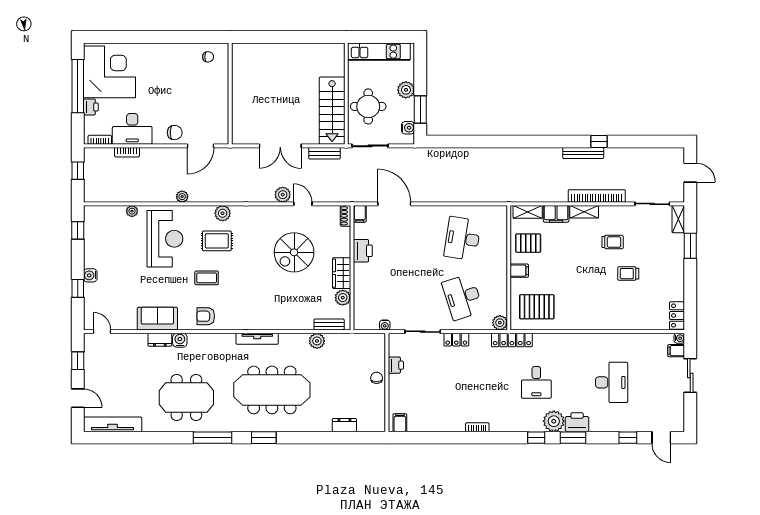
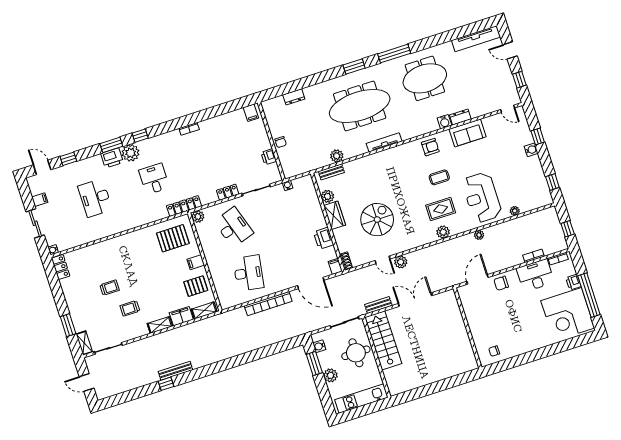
bookcase: (597, 196) -> (268, 304), moved
filing cabinet: (676, 351) -> (40, 200), moved

